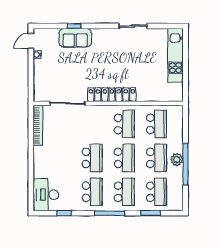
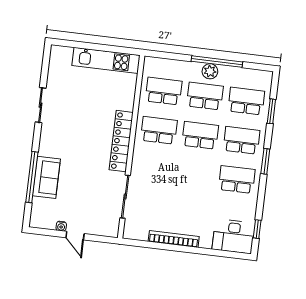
window: (74, 26) -> (32, 177), width x3.17
door: (31, 41) -> (75, 236), moved
kitchen unit: (176, 55) -> (106, 60), moved
bookcase: (38, 125) -> (174, 239), moved
school desk: (92, 158) -> (195, 174), removed
window: (64, 213) -> (257, 229), moved
window: (110, 213) -> (265, 161), width x0.69

